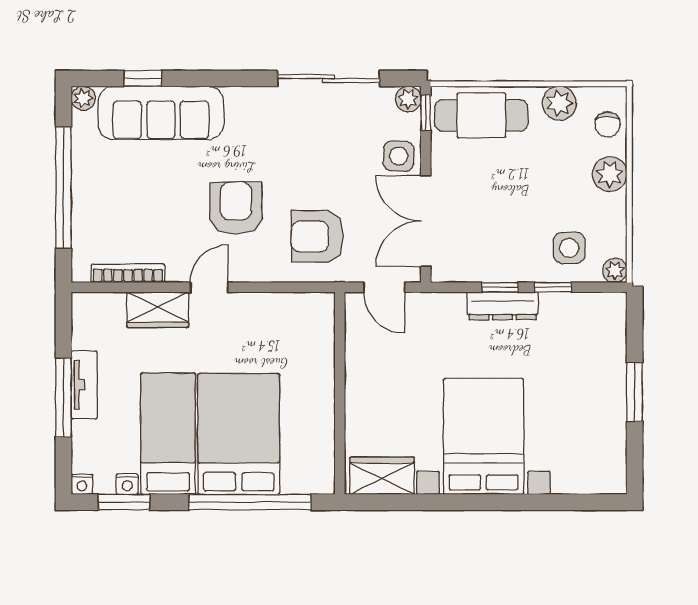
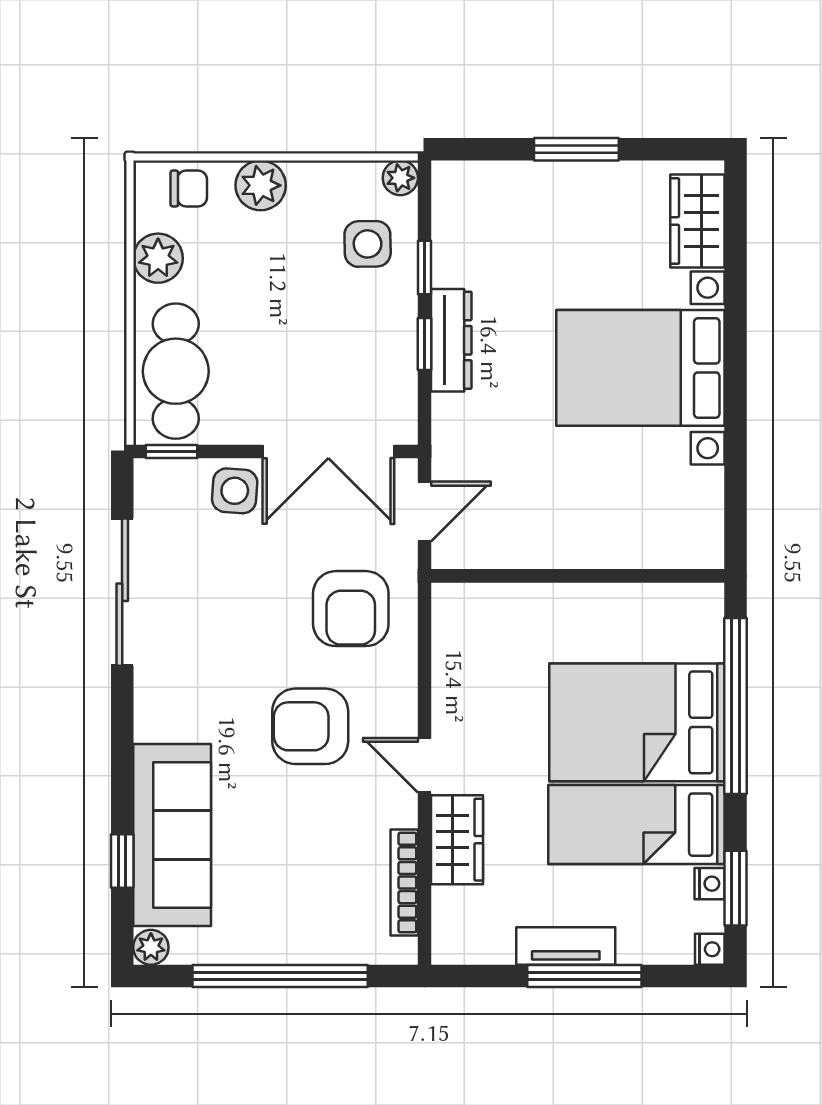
plant: (408, 99) -> (152, 477), removed
wardrobe: (382, 476) -> (697, 221), moved

